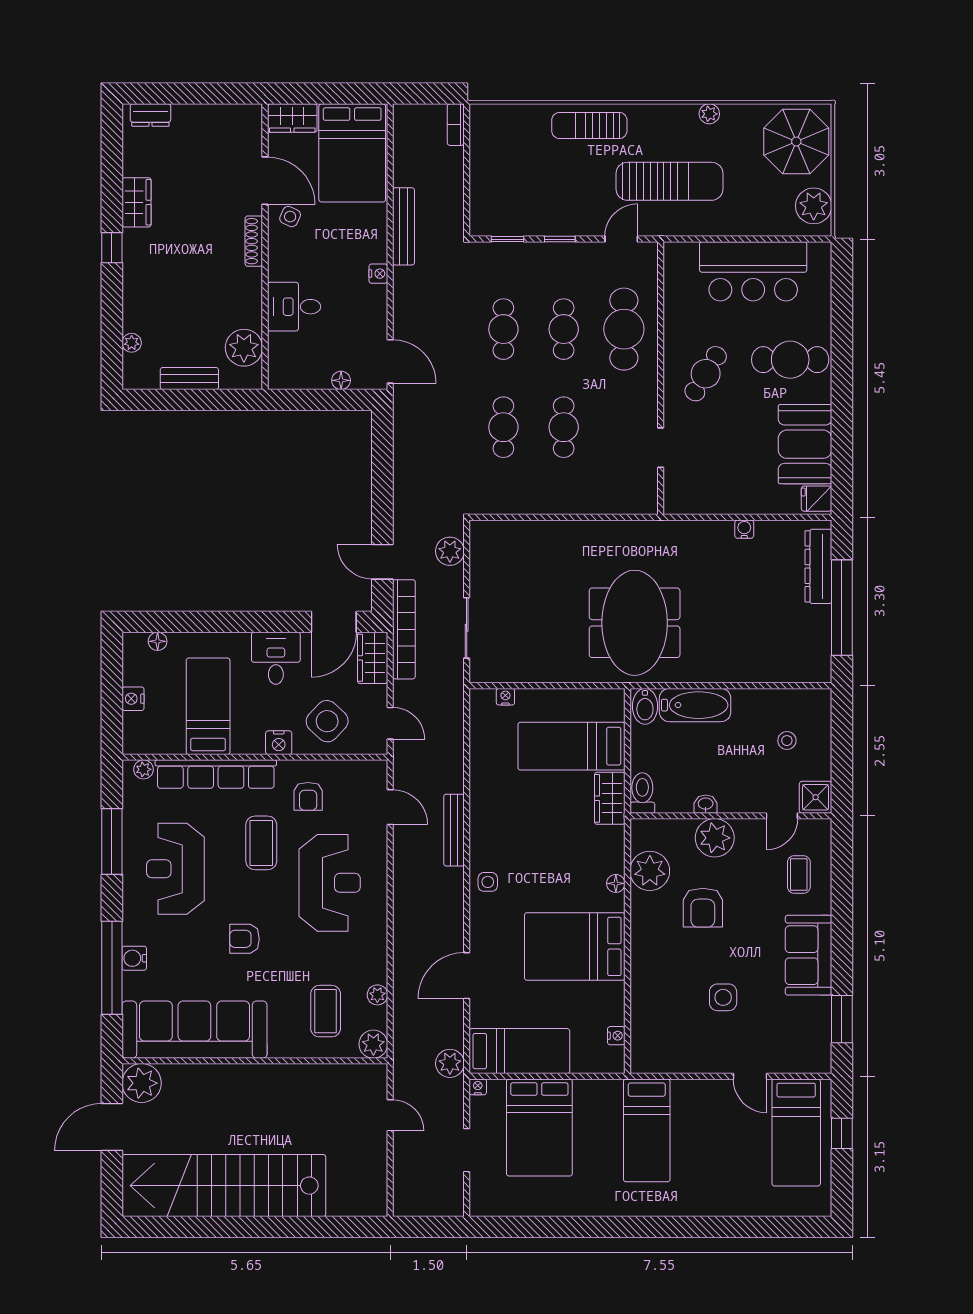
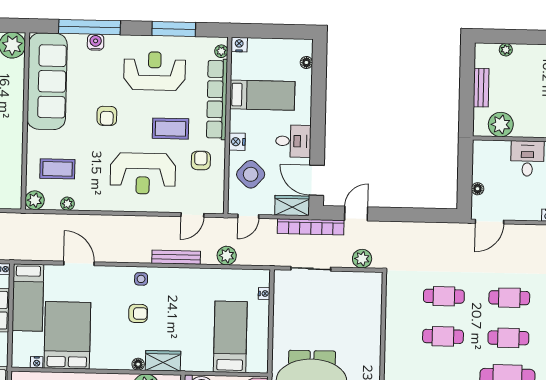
nightstand: (133, 699) -> (239, 45), moved
armchair: (308, 796) -> (201, 160), turned 90
wardrobe: (610, 798) -> (163, 361), moved
armchair: (540, 885) -> (138, 313), added
armchair: (244, 939) -> (107, 116), turned 180
bed: (575, 946) -> (67, 335), moved
plant: (450, 1063) -> (227, 256), moved

